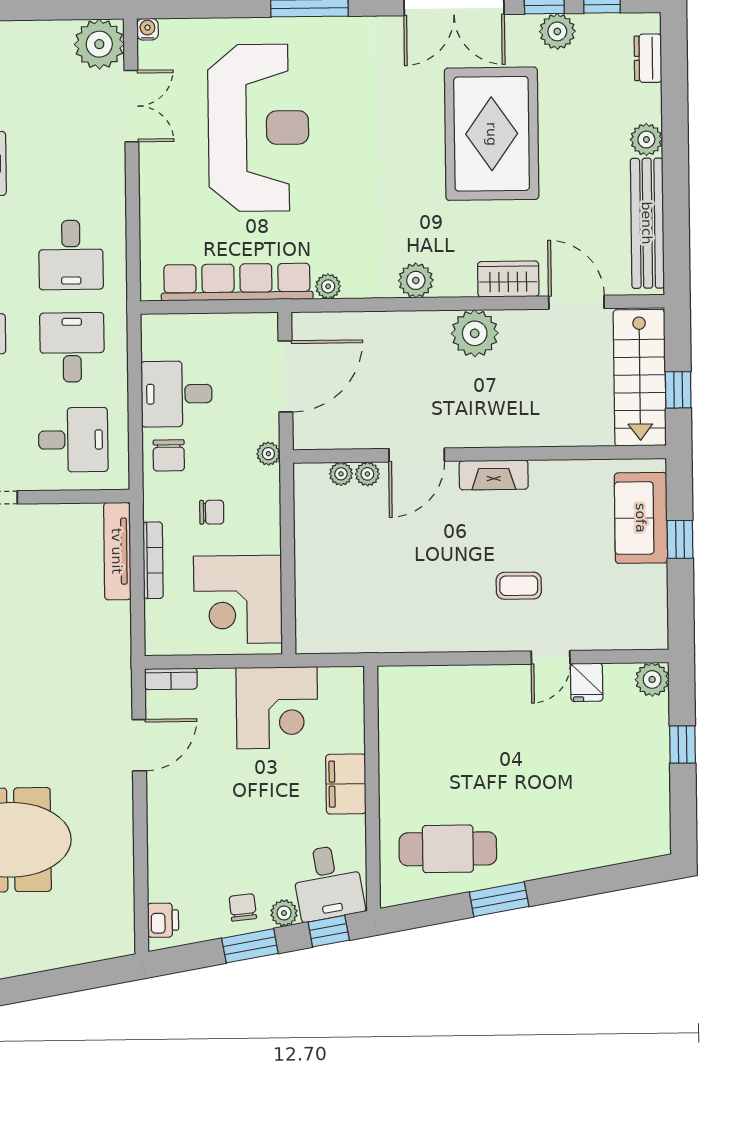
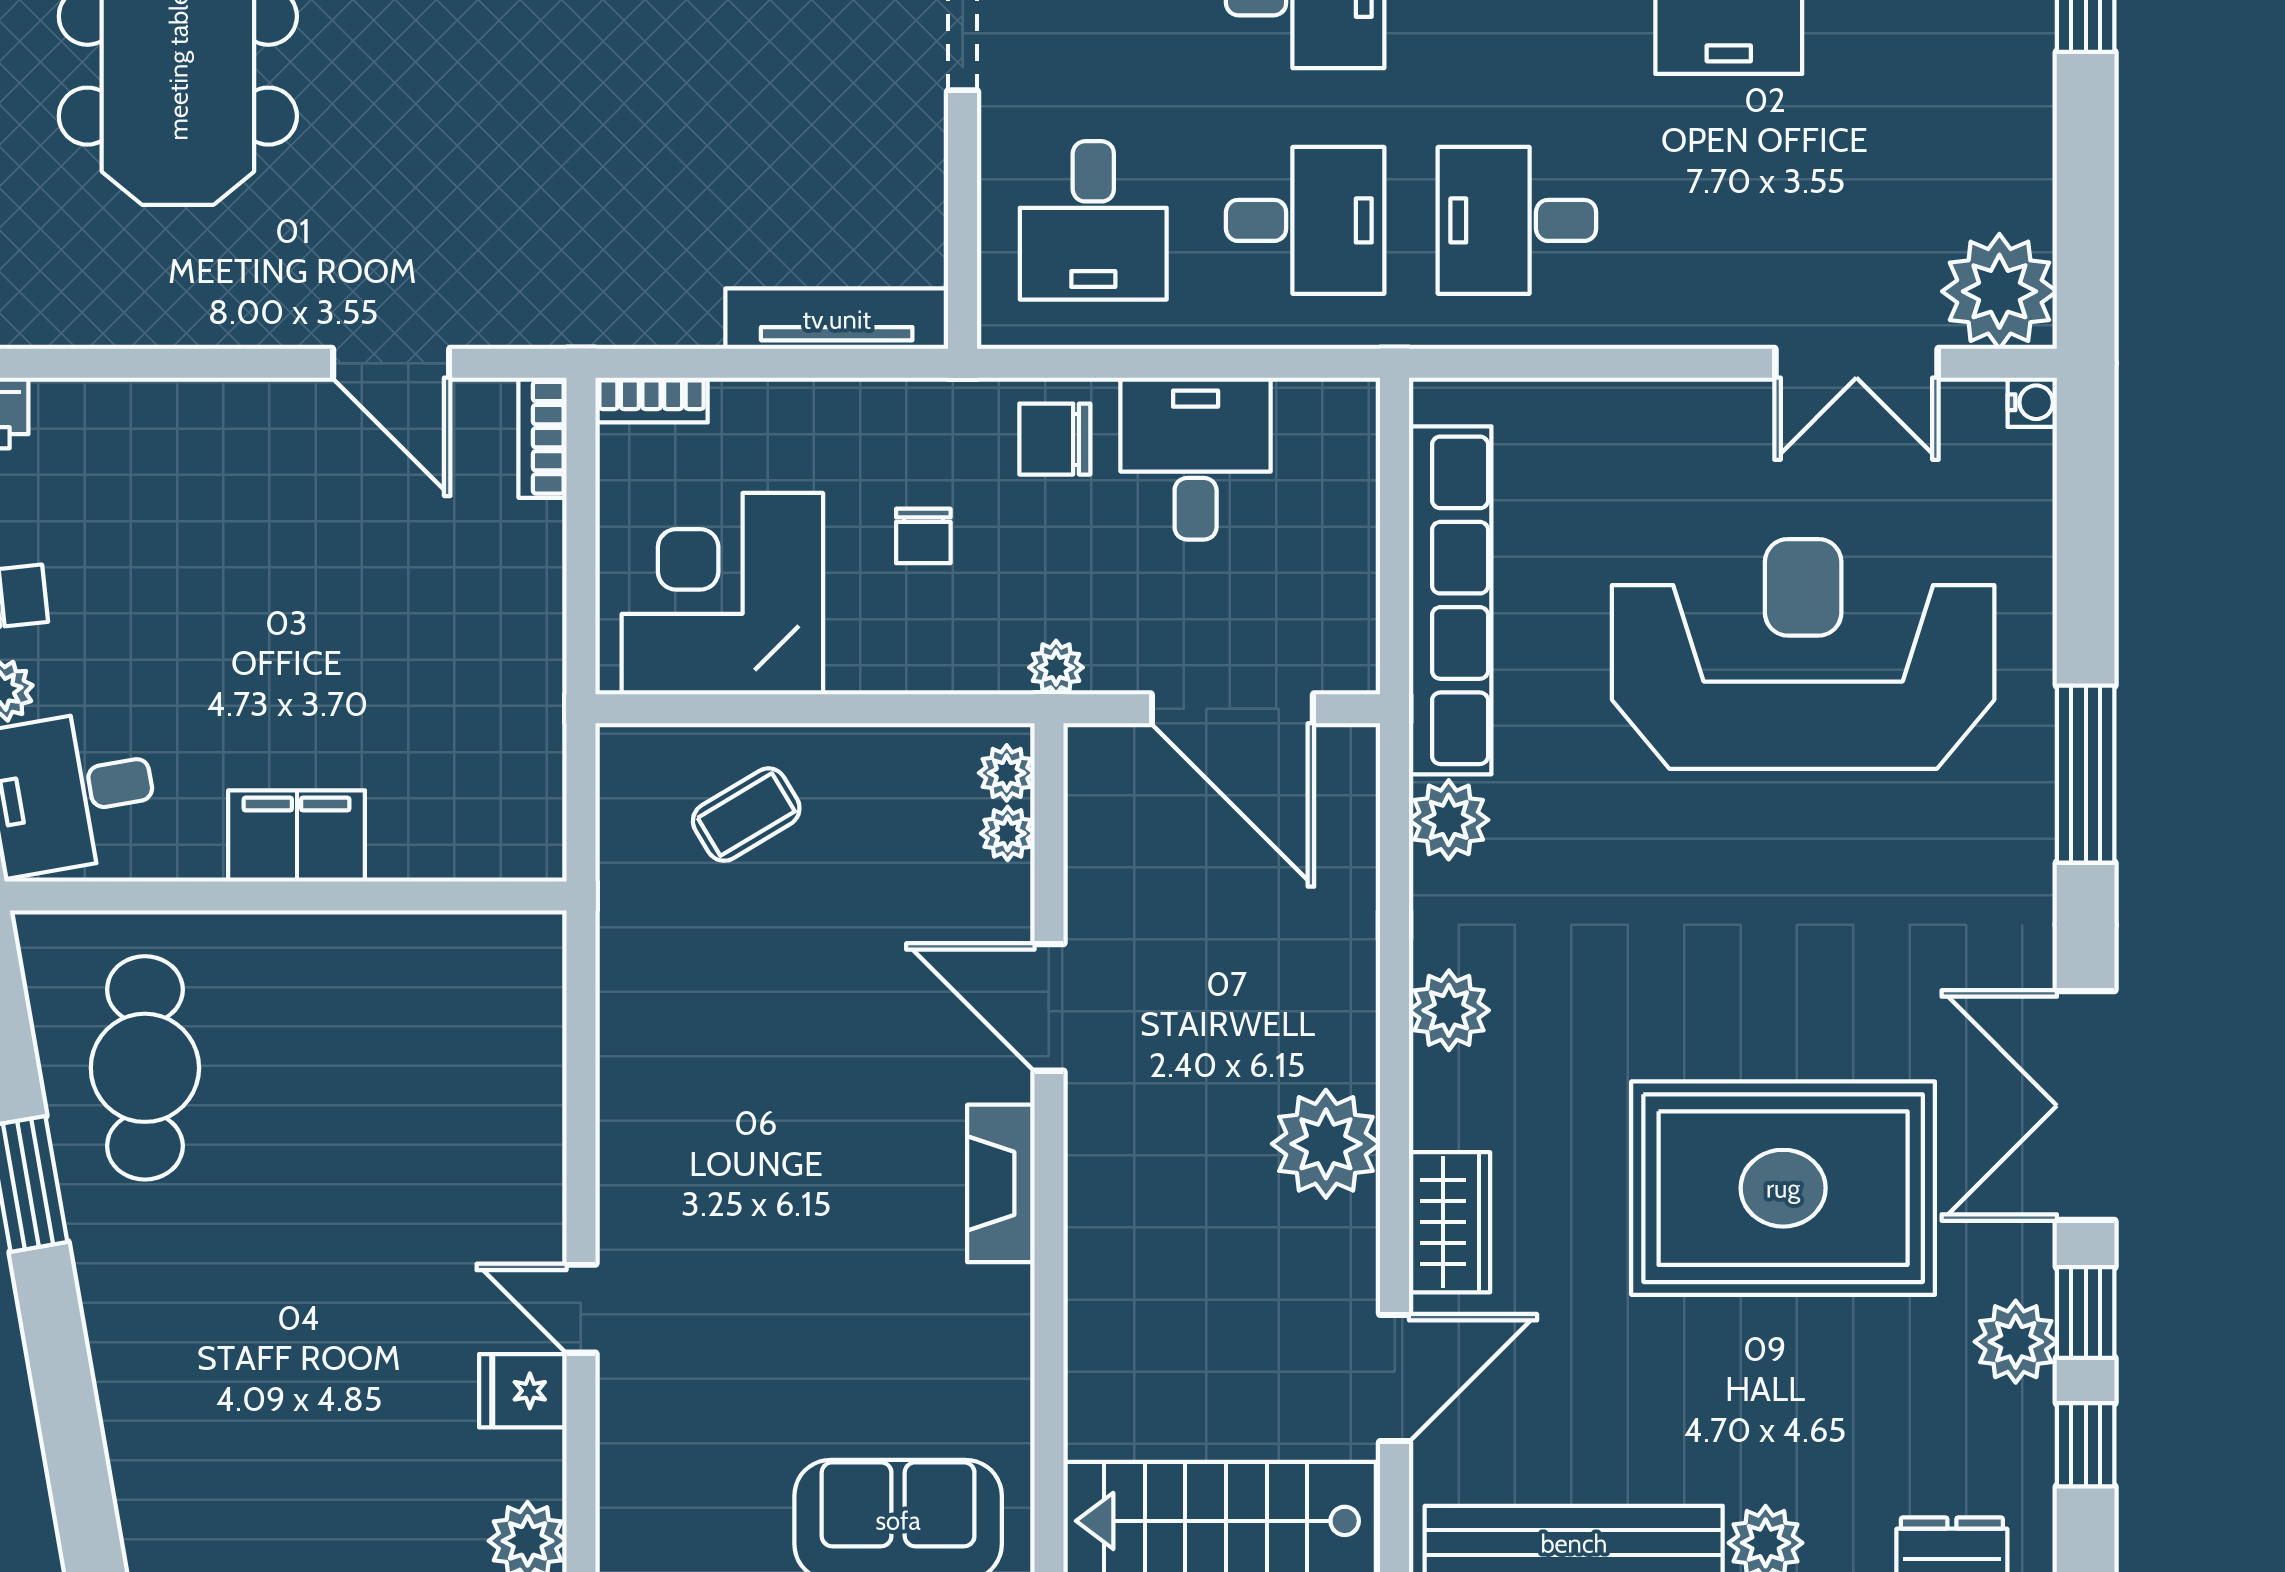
reception desk: (258, 128) -> (1803, 654), turned 180
plant: (328, 286) -> (1449, 820), width x1.38, depth x1.38
plant: (367, 474) -> (1007, 773), moved
bookcase: (153, 560) -> (651, 400), moved, width x0.64
coffee table: (519, 586) -> (746, 815), moved, turned 59
corner desk: (277, 708) -> (473, 680), removed

